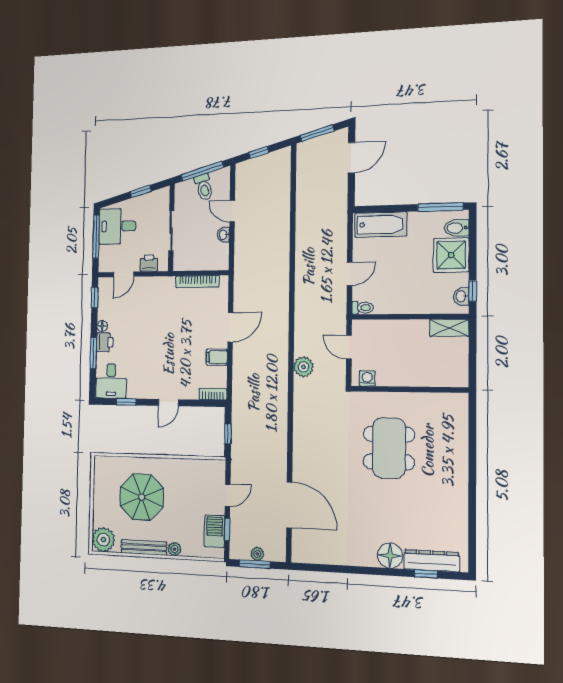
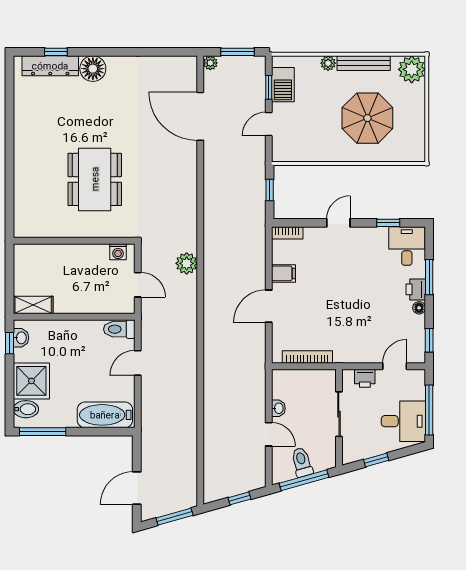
toilet: (363, 308) -> (119, 329), width x1.37, depth x1.39
plant: (257, 554) -> (210, 63), moved

